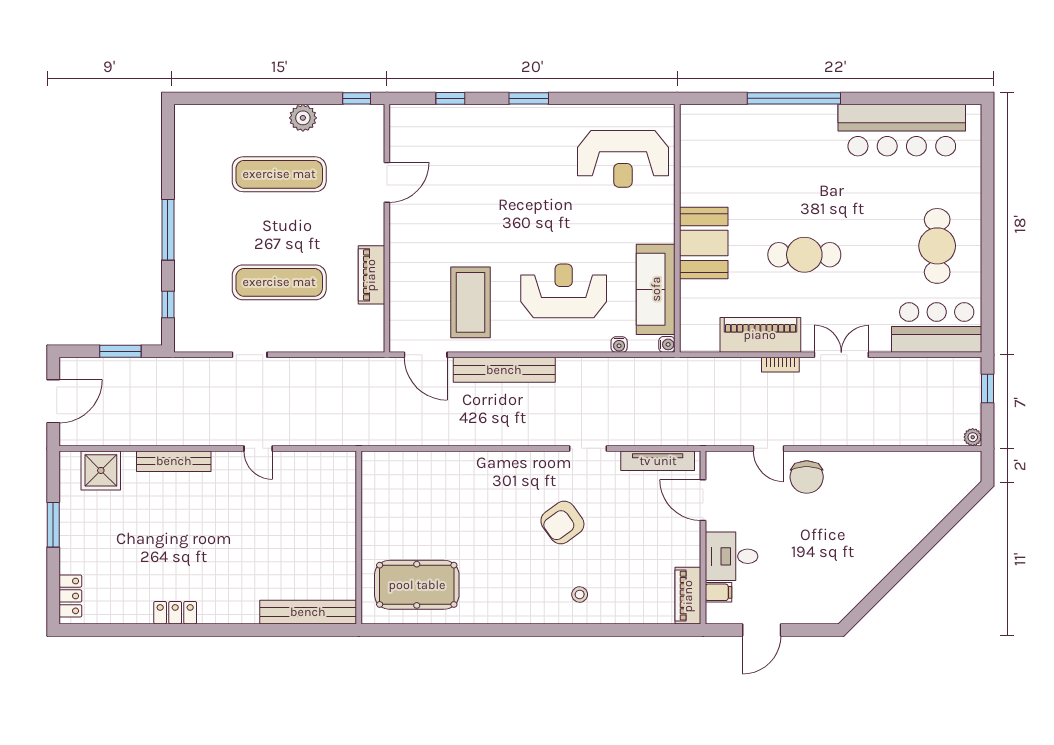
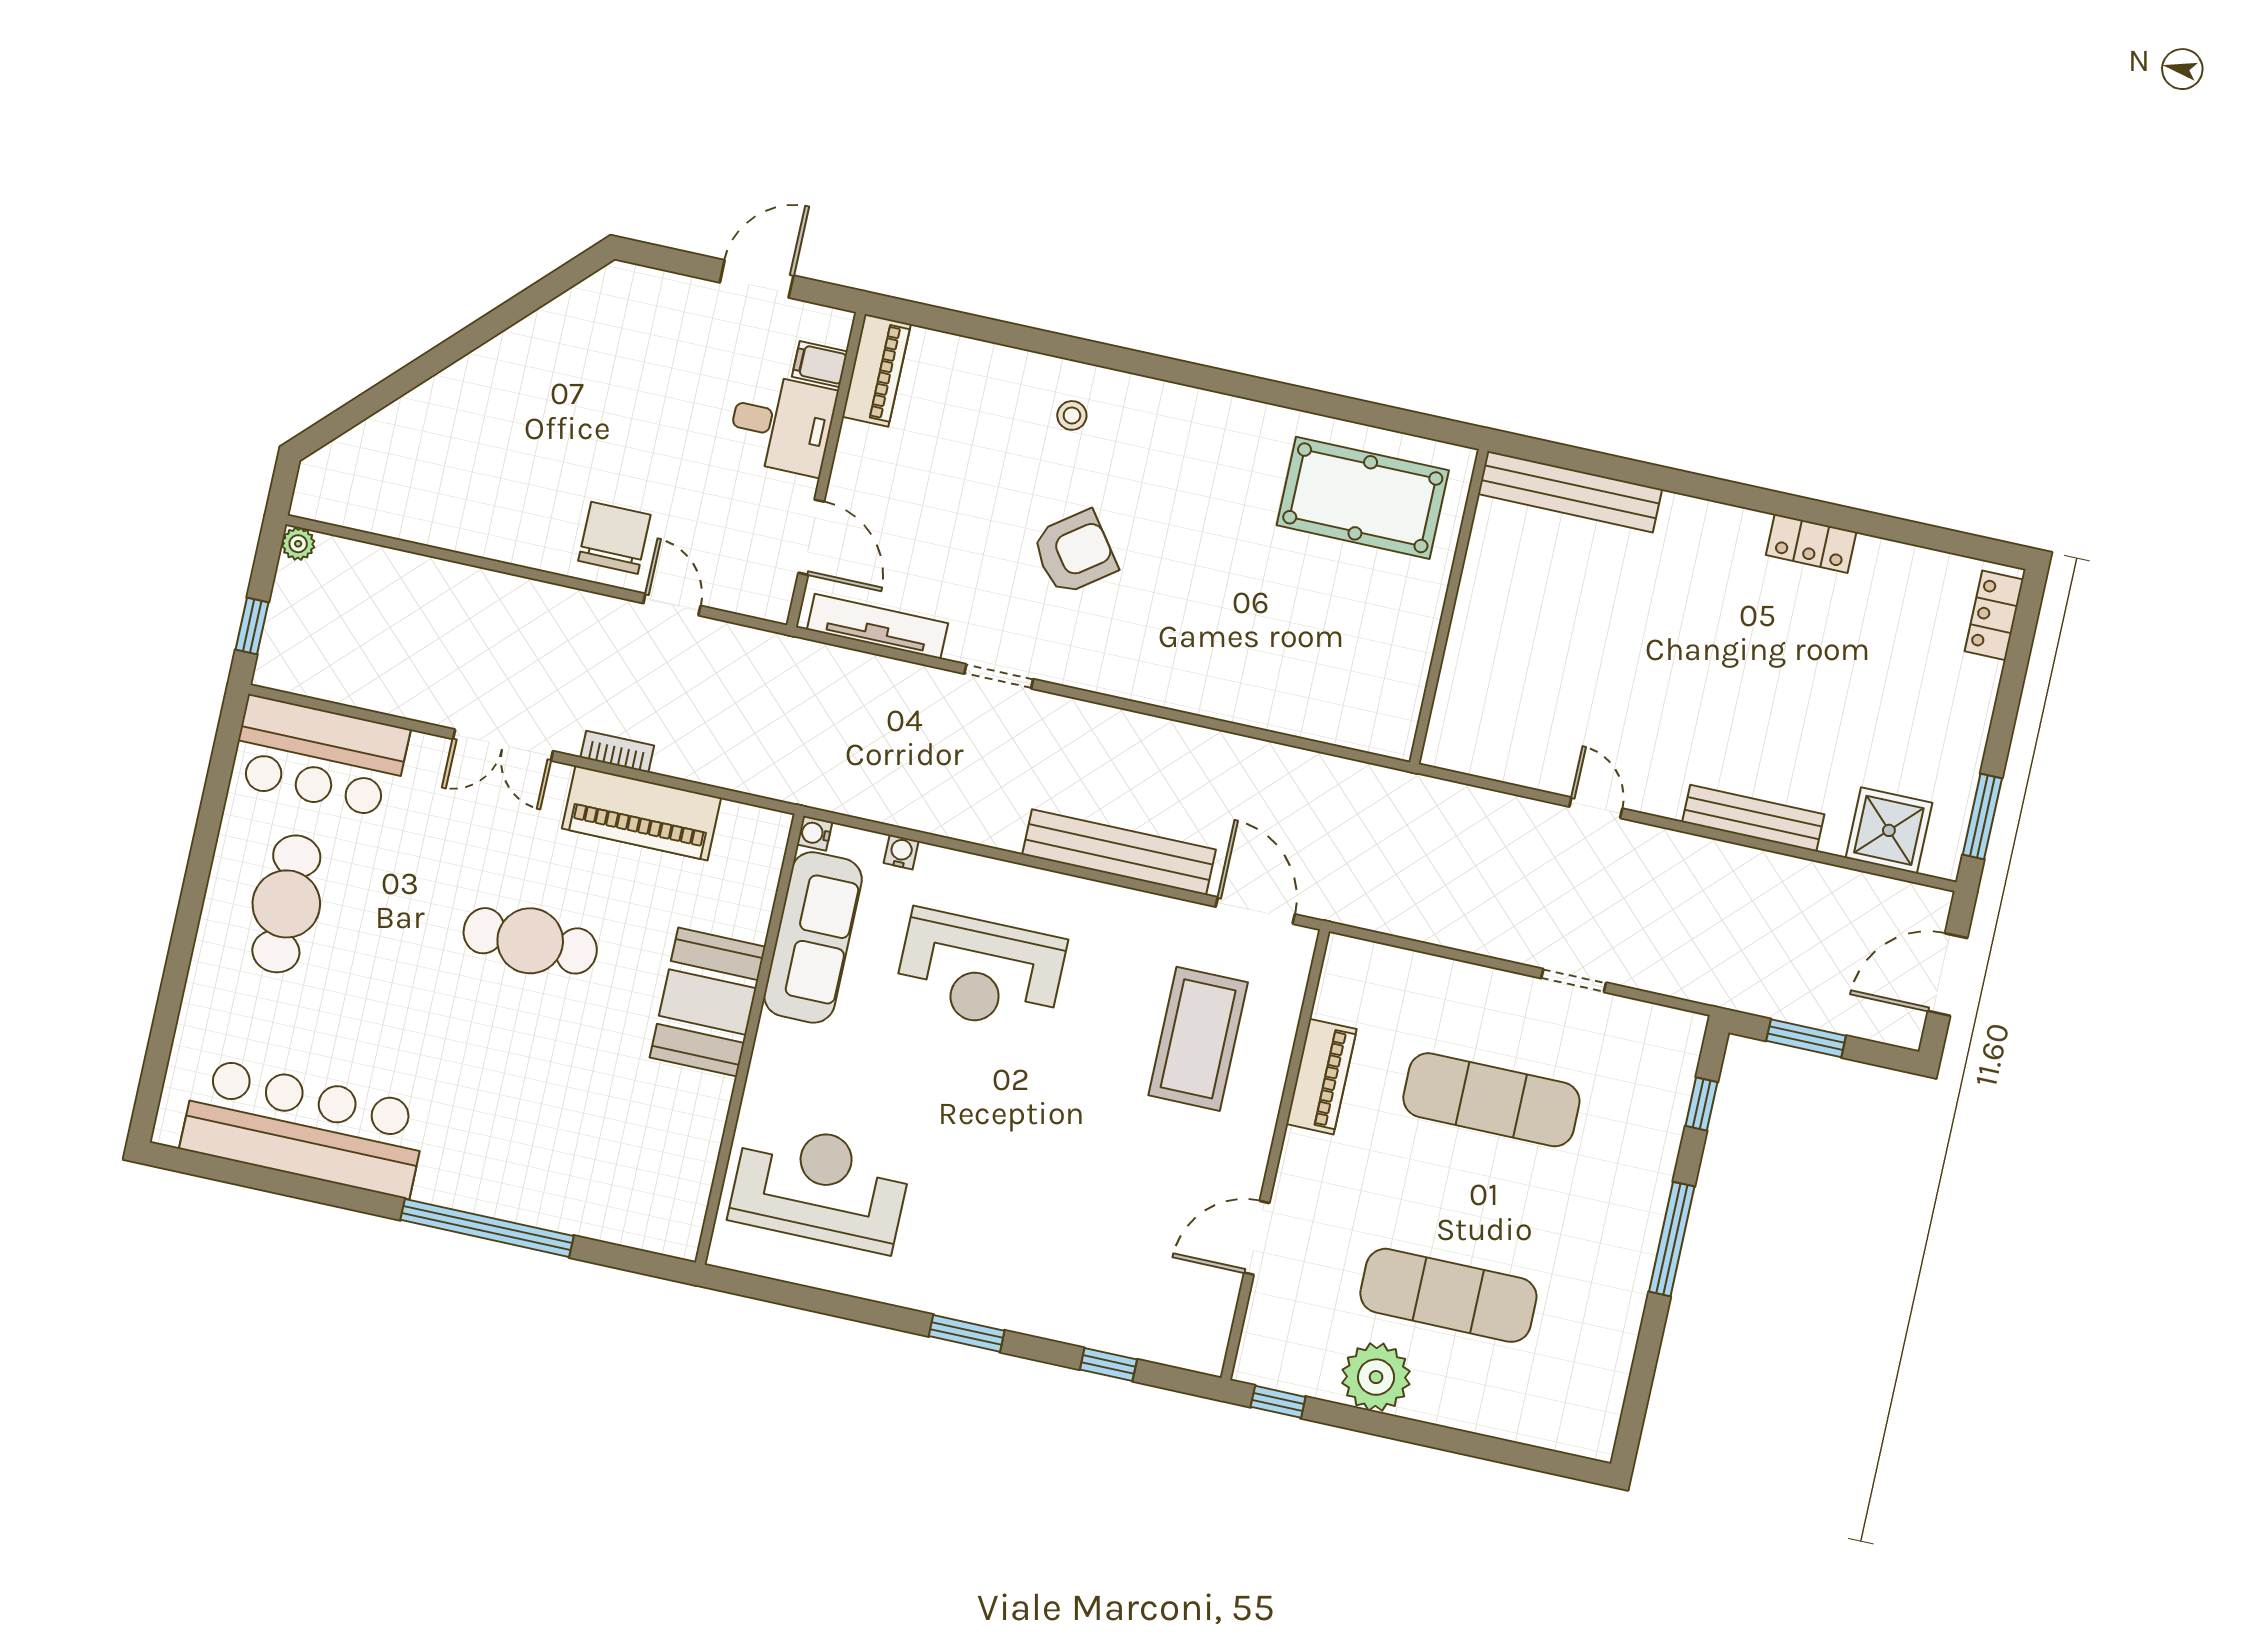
plant: (303, 118) -> (1376, 1377), width x1.36, depth x1.36
coffee table: (471, 302) -> (1198, 1039), moved
window: (53, 525) -> (1982, 817), moved

